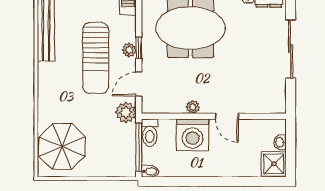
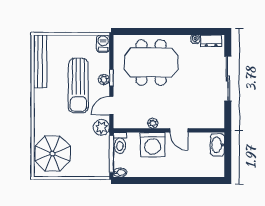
washbasin: (280, 142) -> (217, 145), width x1.91, depth x1.45
shower: (274, 164) -> (215, 167), removed

